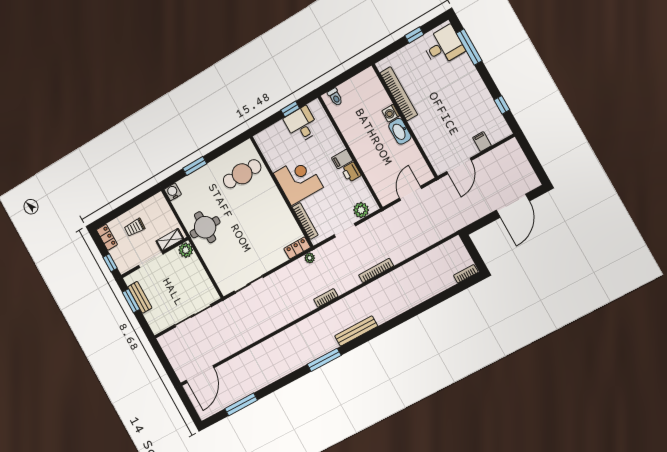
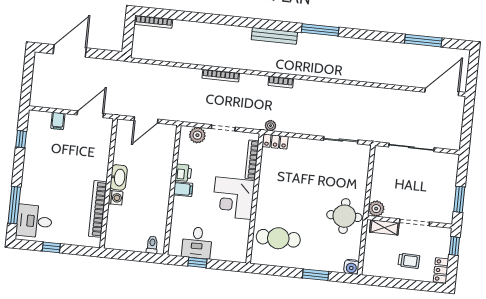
bookcase: (466, 274) -> (154, 22), width x1.56
bench: (140, 297) -> (449, 197), removed

